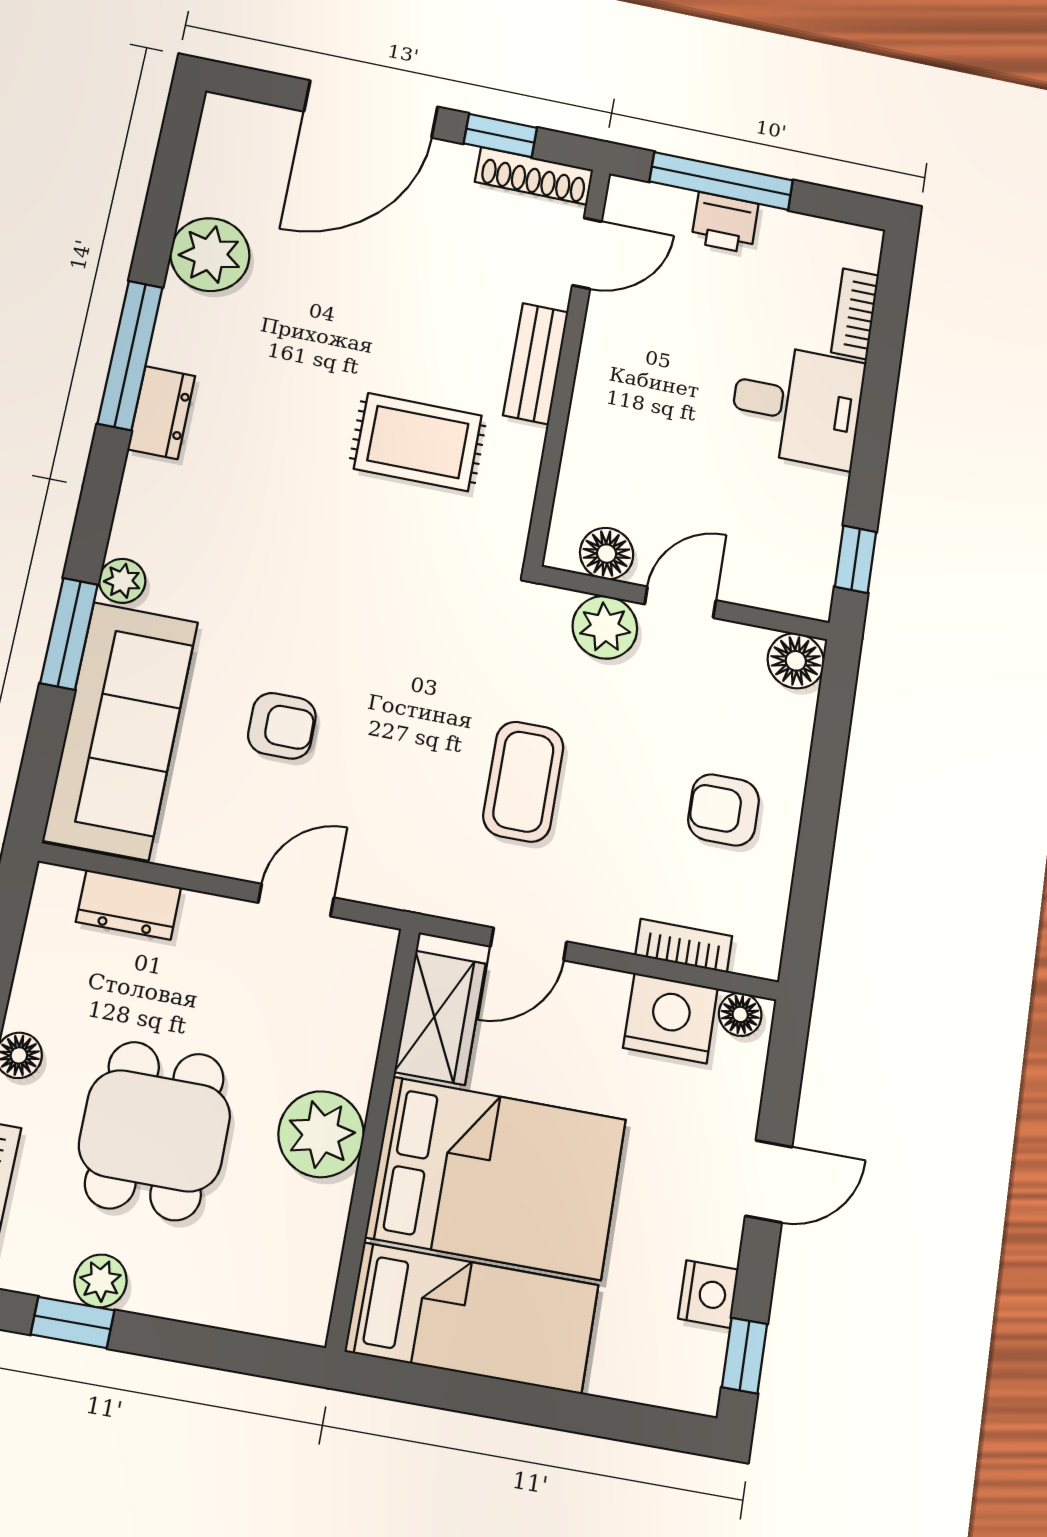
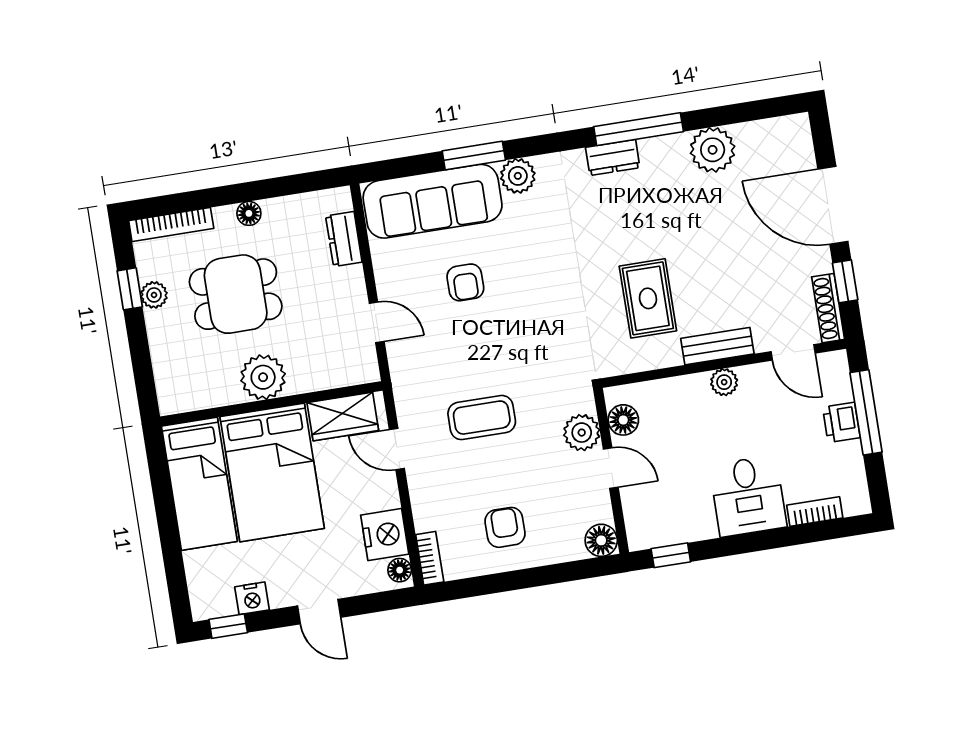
plant: (598, 375) -> (724, 382), added
plant: (122, 581) -> (518, 176), width x1.38, depth x1.38
bookcase: (684, 946) -> (430, 558), moved

